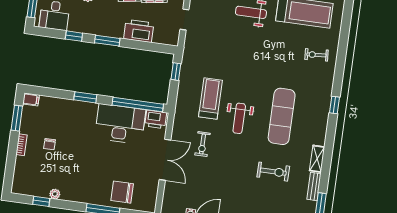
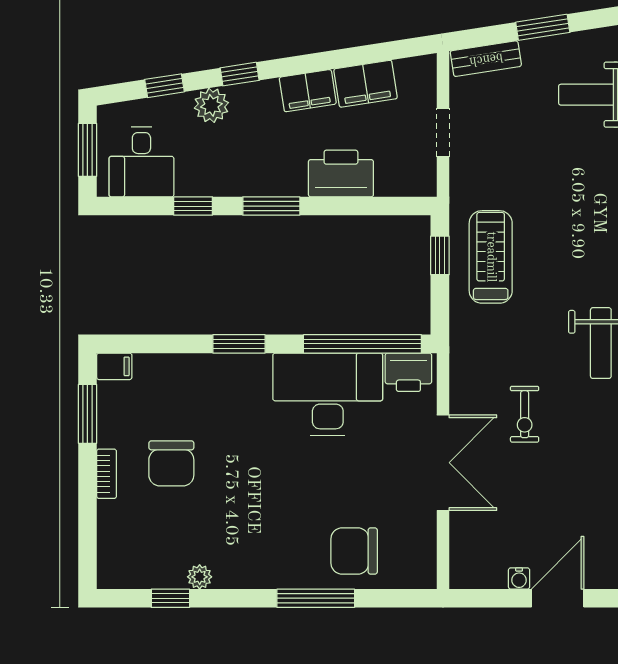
treadmill: (210, 98) -> (491, 257), moved
chair: (50, 144) -> (171, 463), width x1.87, depth x1.87

